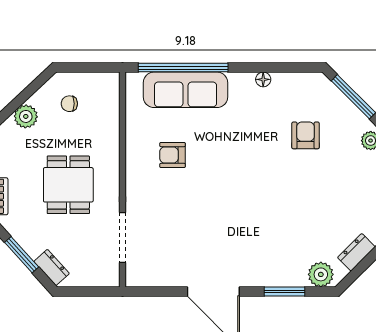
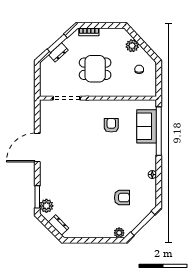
sofa: (186, 90) -> (147, 126), width x0.73
dresser: (52, 267) -> (58, 52), moved
window: (285, 291) -> (37, 197), moved

